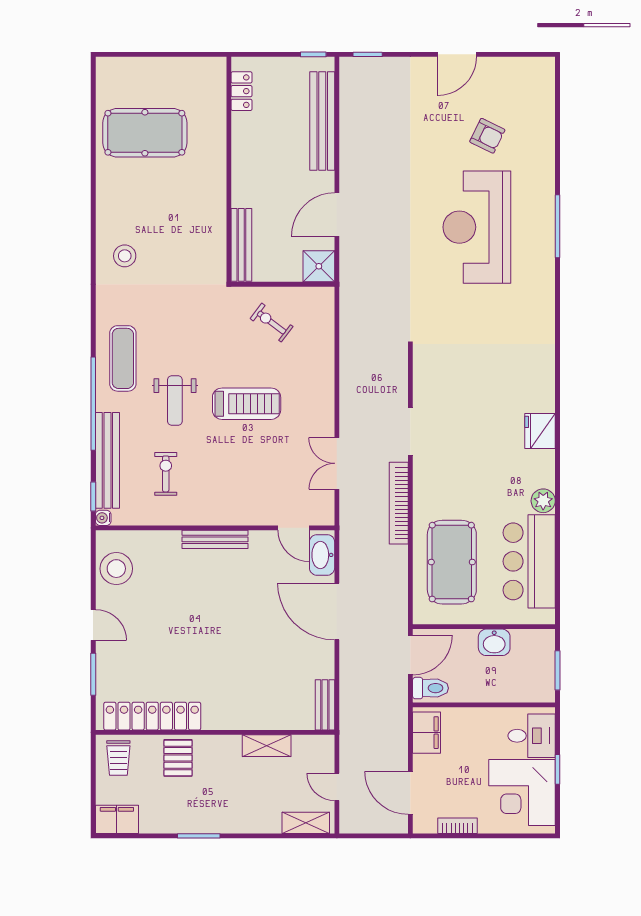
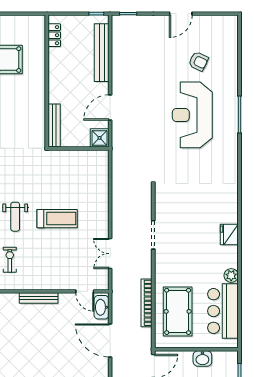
exercise bike: (272, 323) -> (72, 171), removed
bookcase: (399, 503) -> (146, 303), moved

